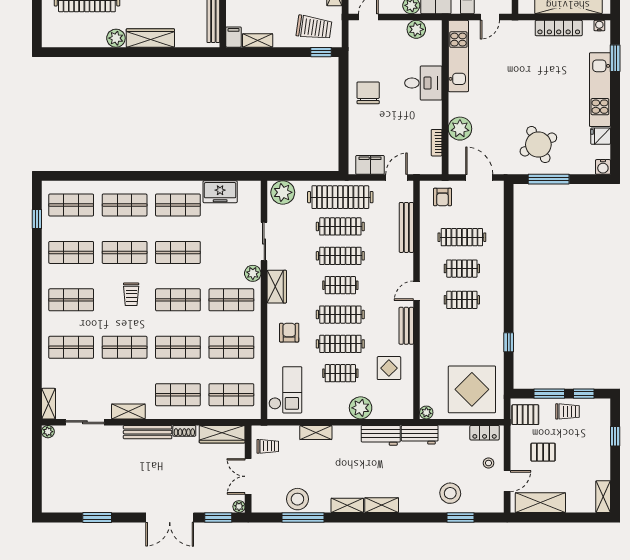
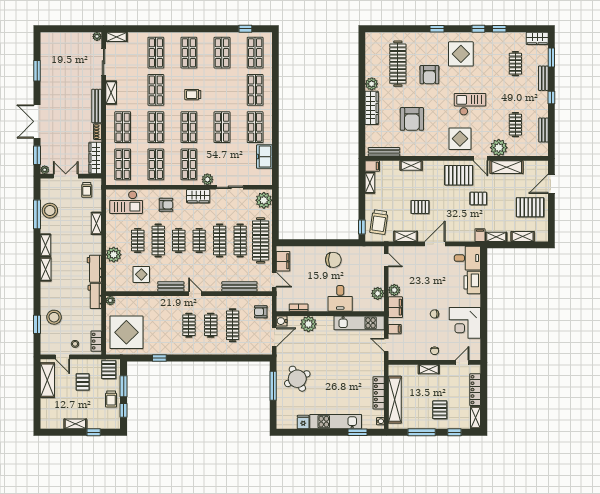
water cooler: (603, 167) -> (282, 321), moved
shop shelf: (125, 252) -> (222, 90), removed
clothes rail: (340, 315) -> (179, 240), width x0.73
shelving: (603, 497) -> (75, 424), moved

